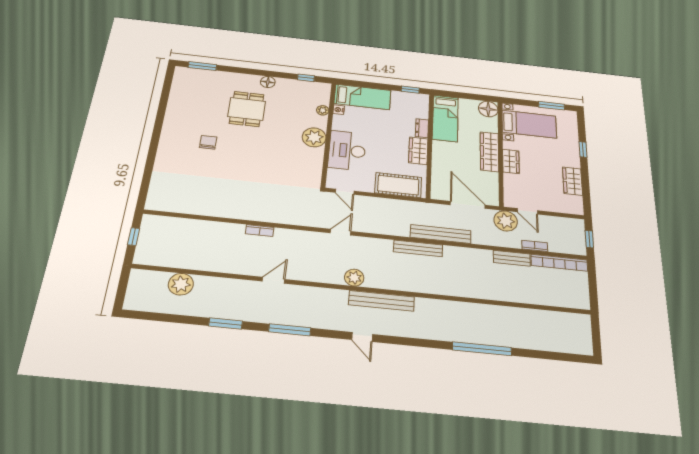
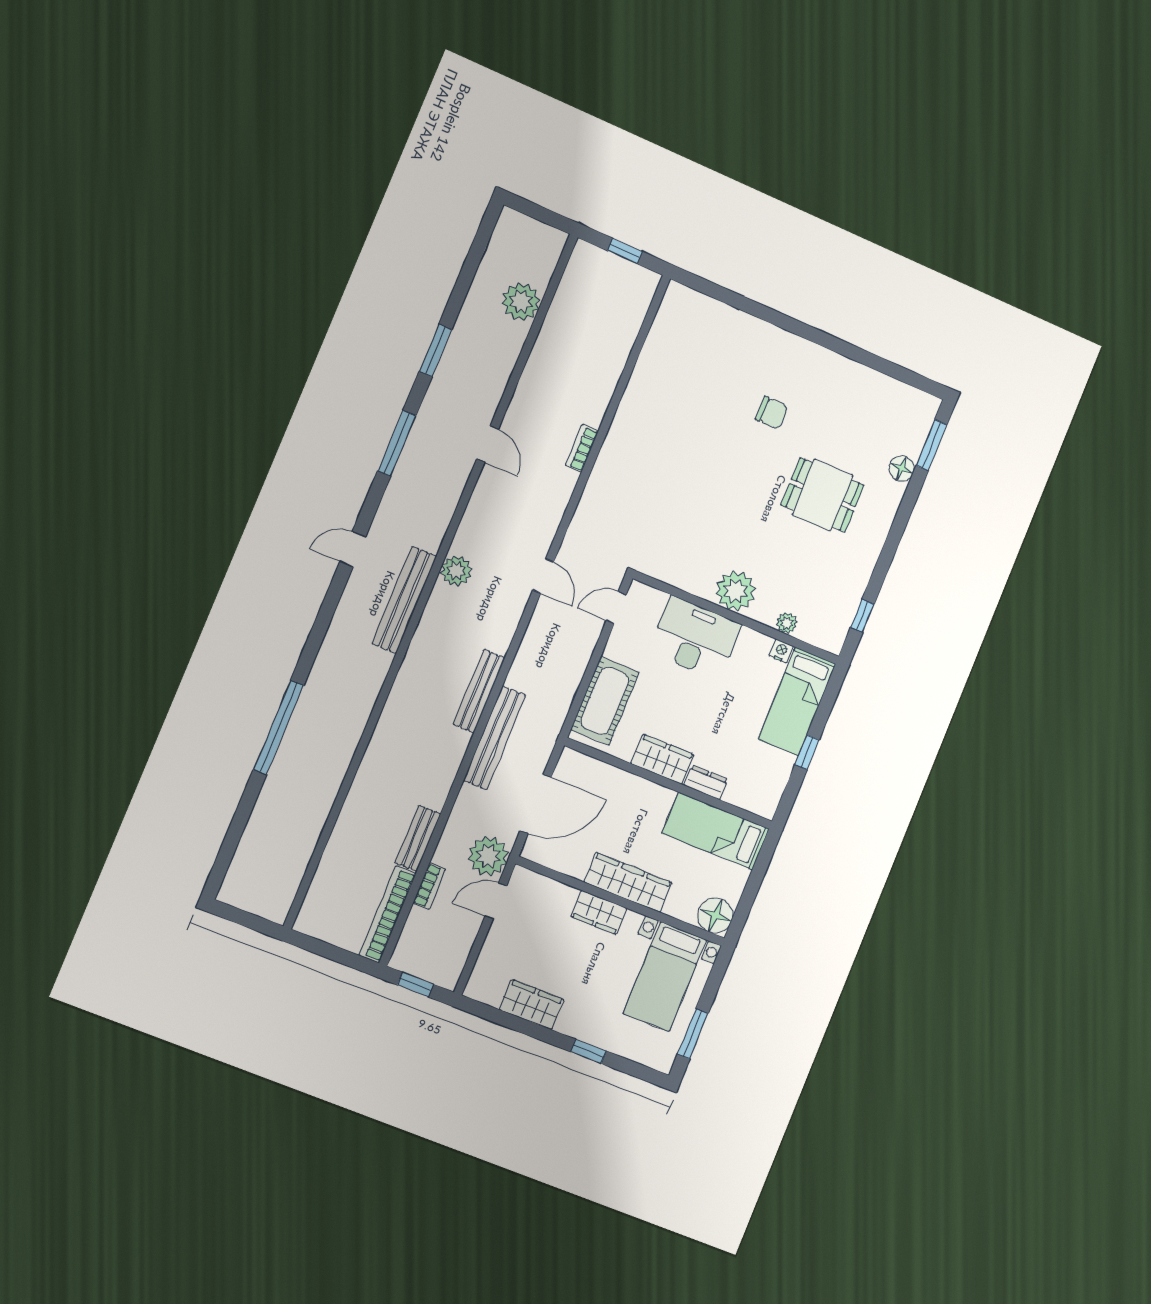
floor lamp: (268, 82) -> (902, 468), moved
window: (410, 90) -> (807, 752), moved

